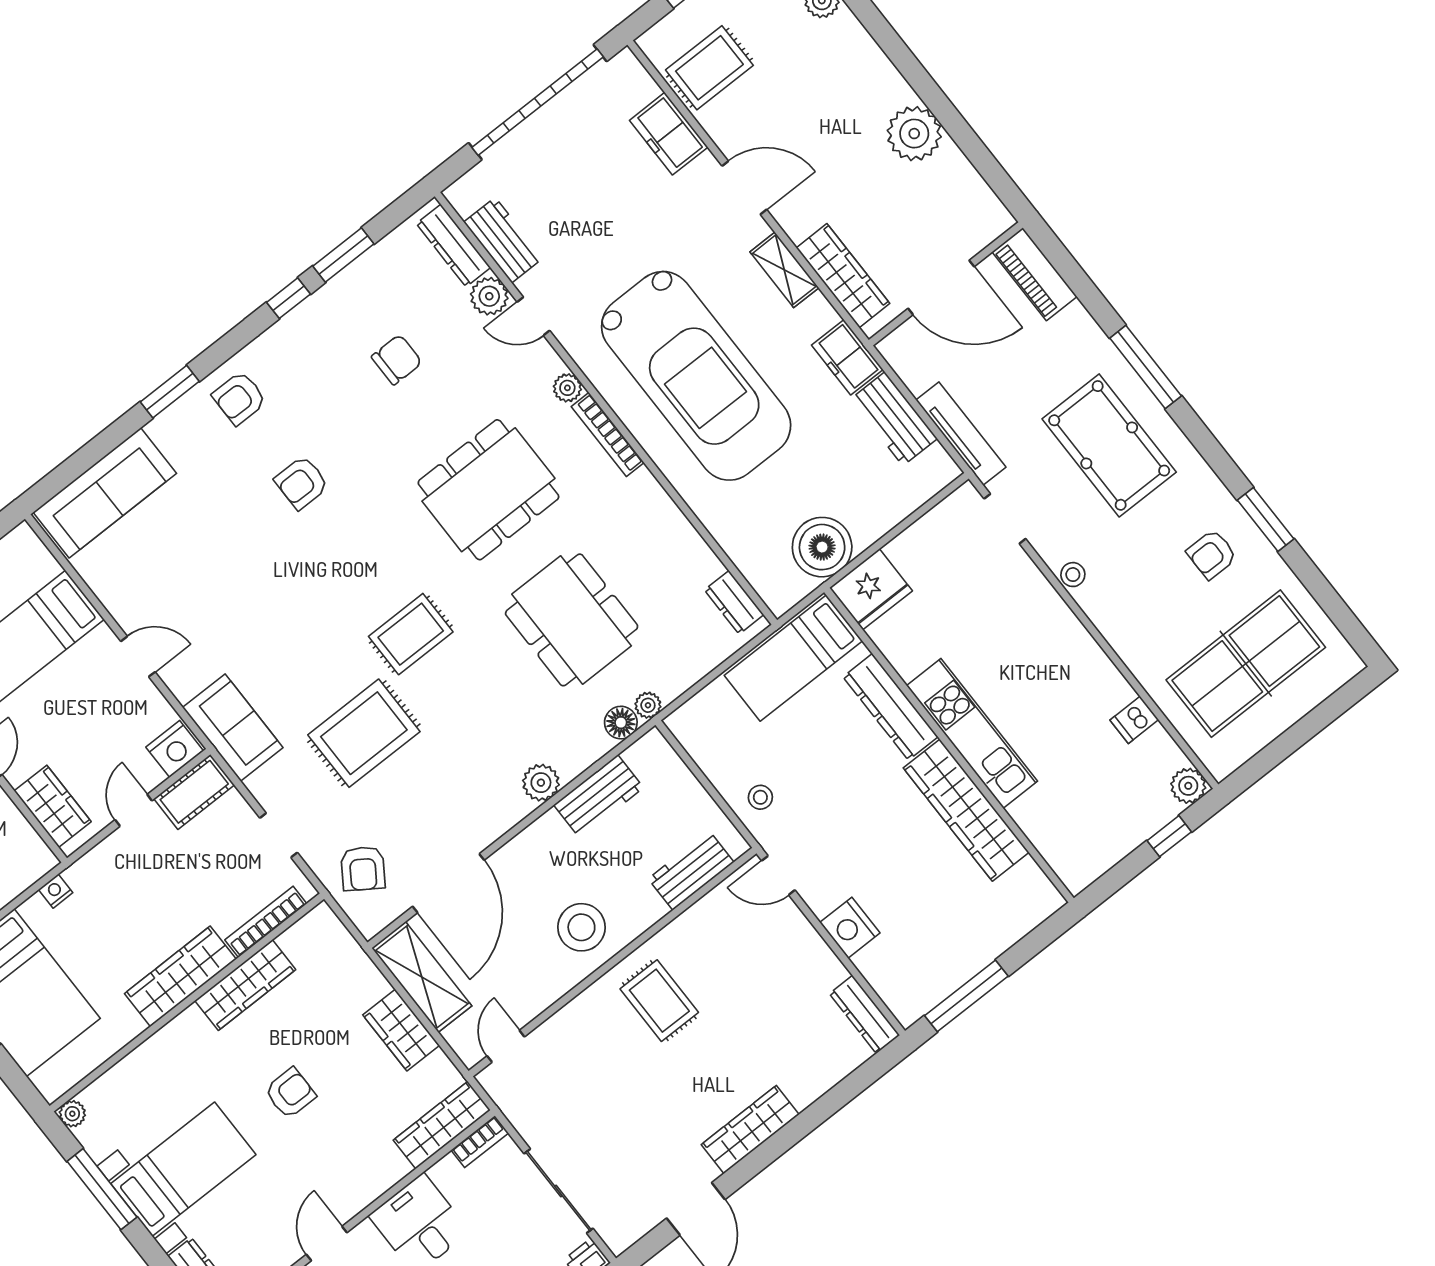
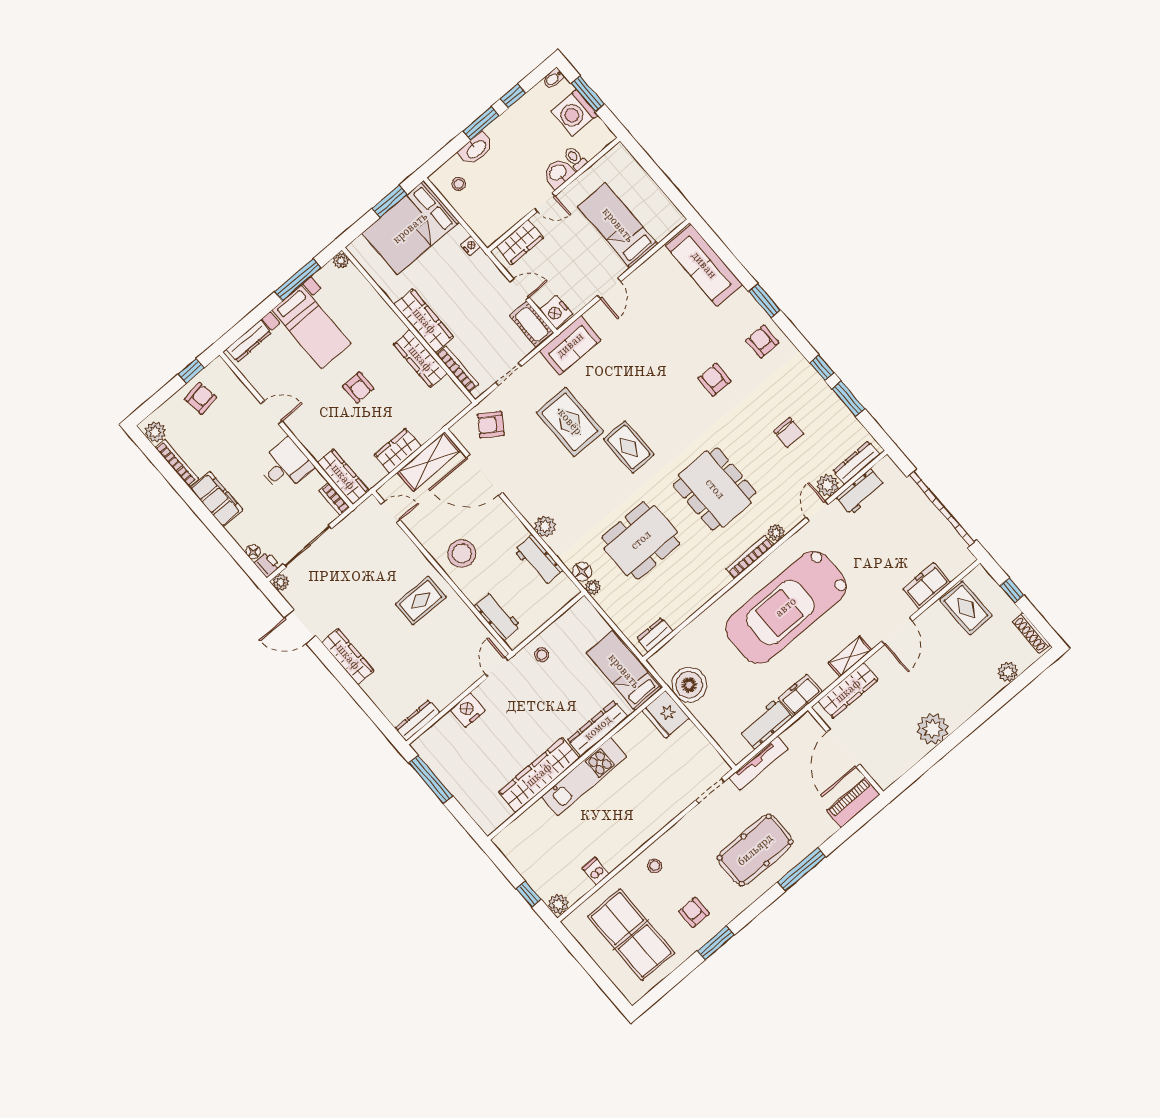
stool: (1073, 575) -> (655, 866), moved
plant: (618, 1239) -> (281, 582), added

